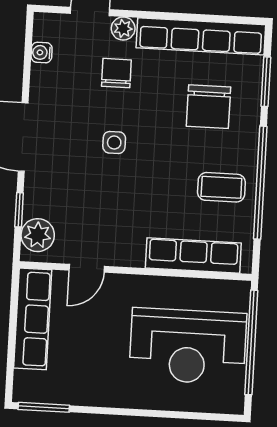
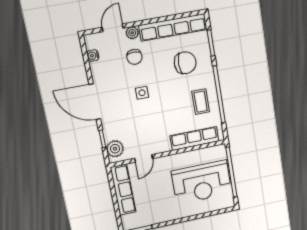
chair: (116, 73) -> (134, 57), turned 180
chair: (209, 107) -> (185, 63), turned -90
coffee table: (221, 187) -> (201, 102), turned 90

